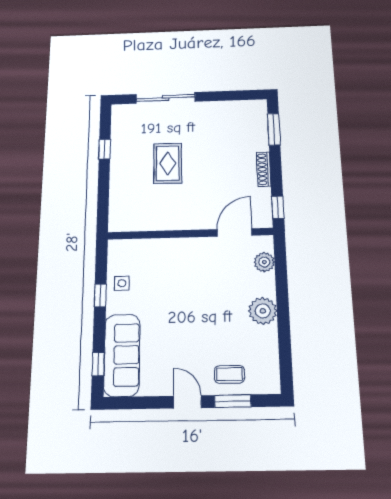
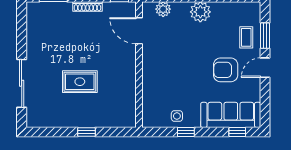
window: (105, 149) -> (86, 132), moved
armchair: (184, 347) -> (226, 70), added

